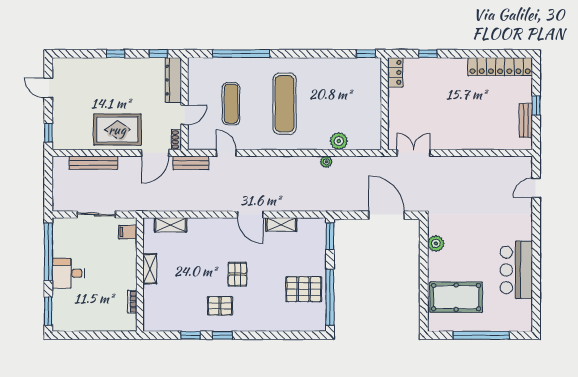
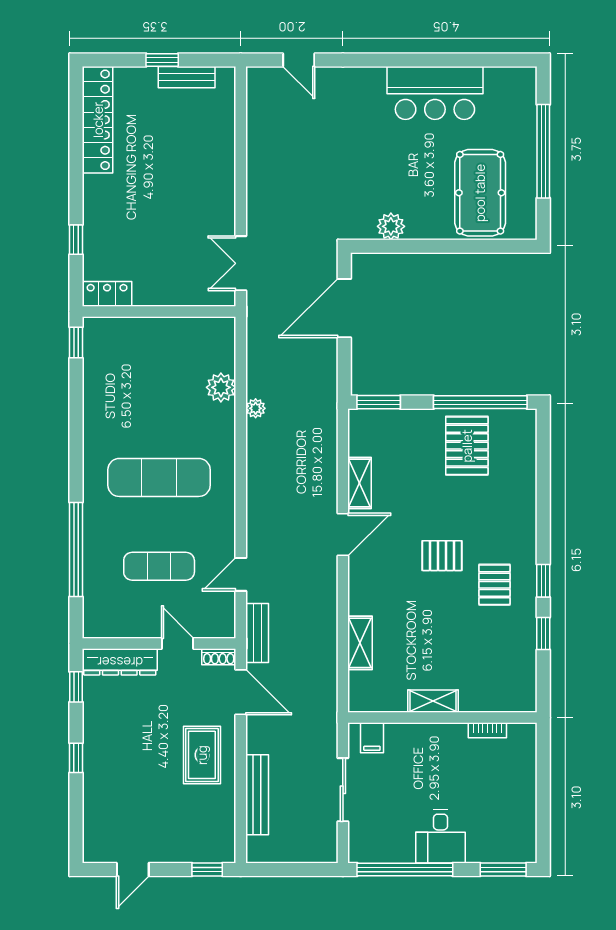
rug: (117, 130) -> (202, 755), width x0.73, depth x0.70
shelving: (171, 225) -> (360, 643), moved

